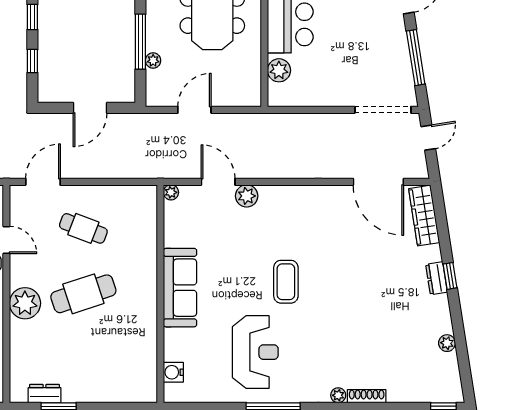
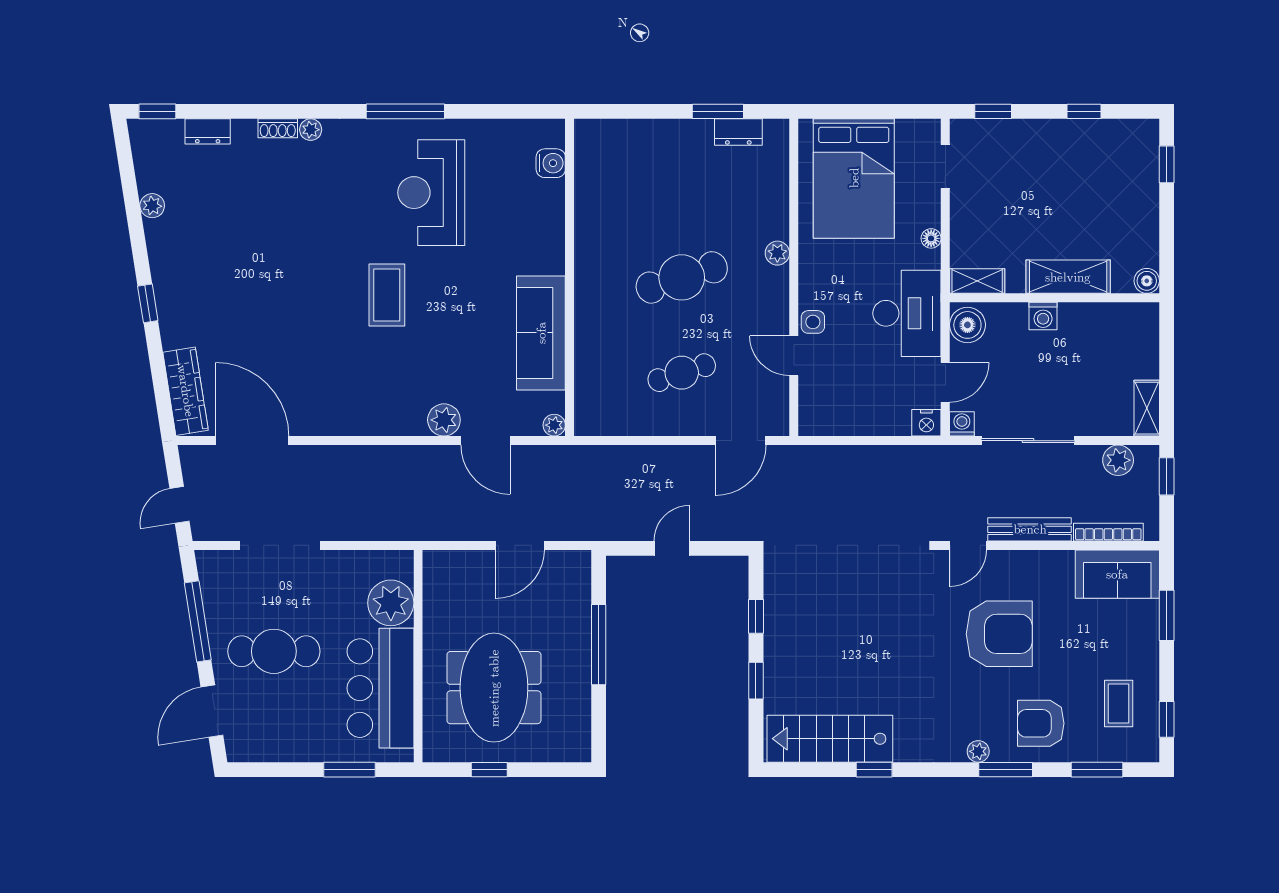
cafe table: (363, 37) -> (274, 651), added
plant: (153, 61) -> (580, 617), removed
plant: (279, 70) -> (391, 603), width x1.36, depth x1.36
door: (90, 108) -> (672, 548), width x0.73
doorway: (383, 110) -> (280, 545), moved
cafe table: (83, 228) -> (682, 373), turned -39
dresser: (437, 278) -> (208, 131), moved, turned 99
sofa: (180, 288) -> (541, 333), moved
plant: (25, 303) -> (777, 253), width x0.53, depth x0.53
shoe rack: (367, 396) -> (278, 128), width x0.70

